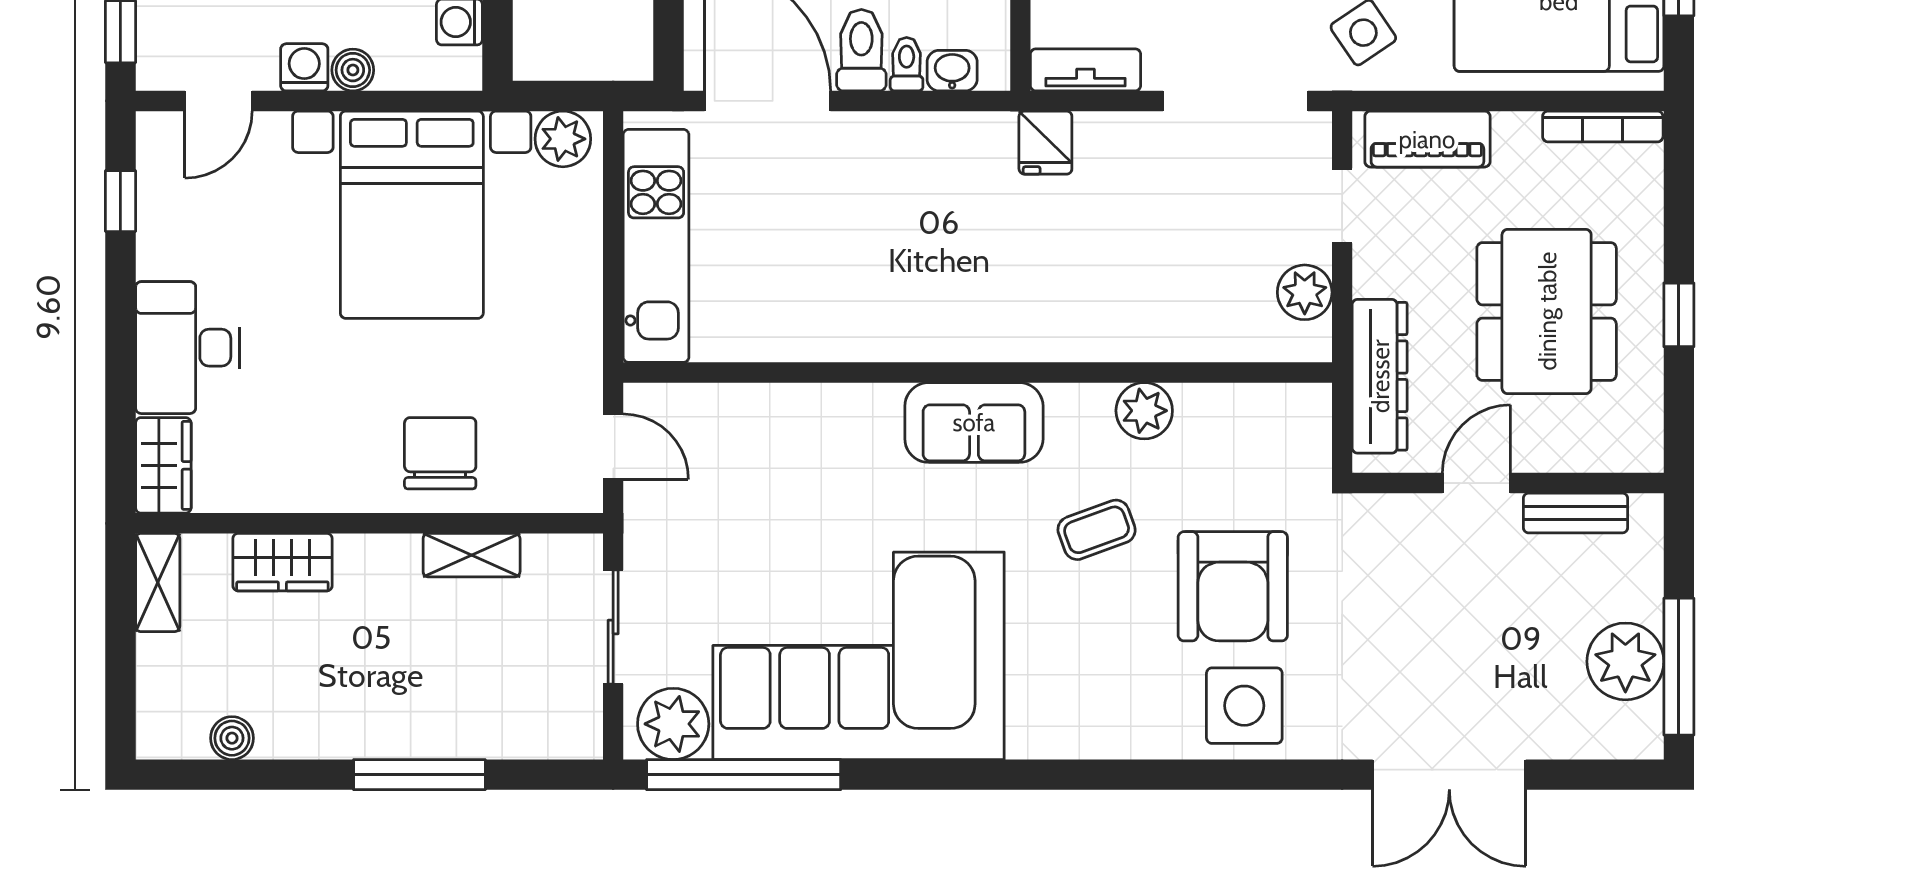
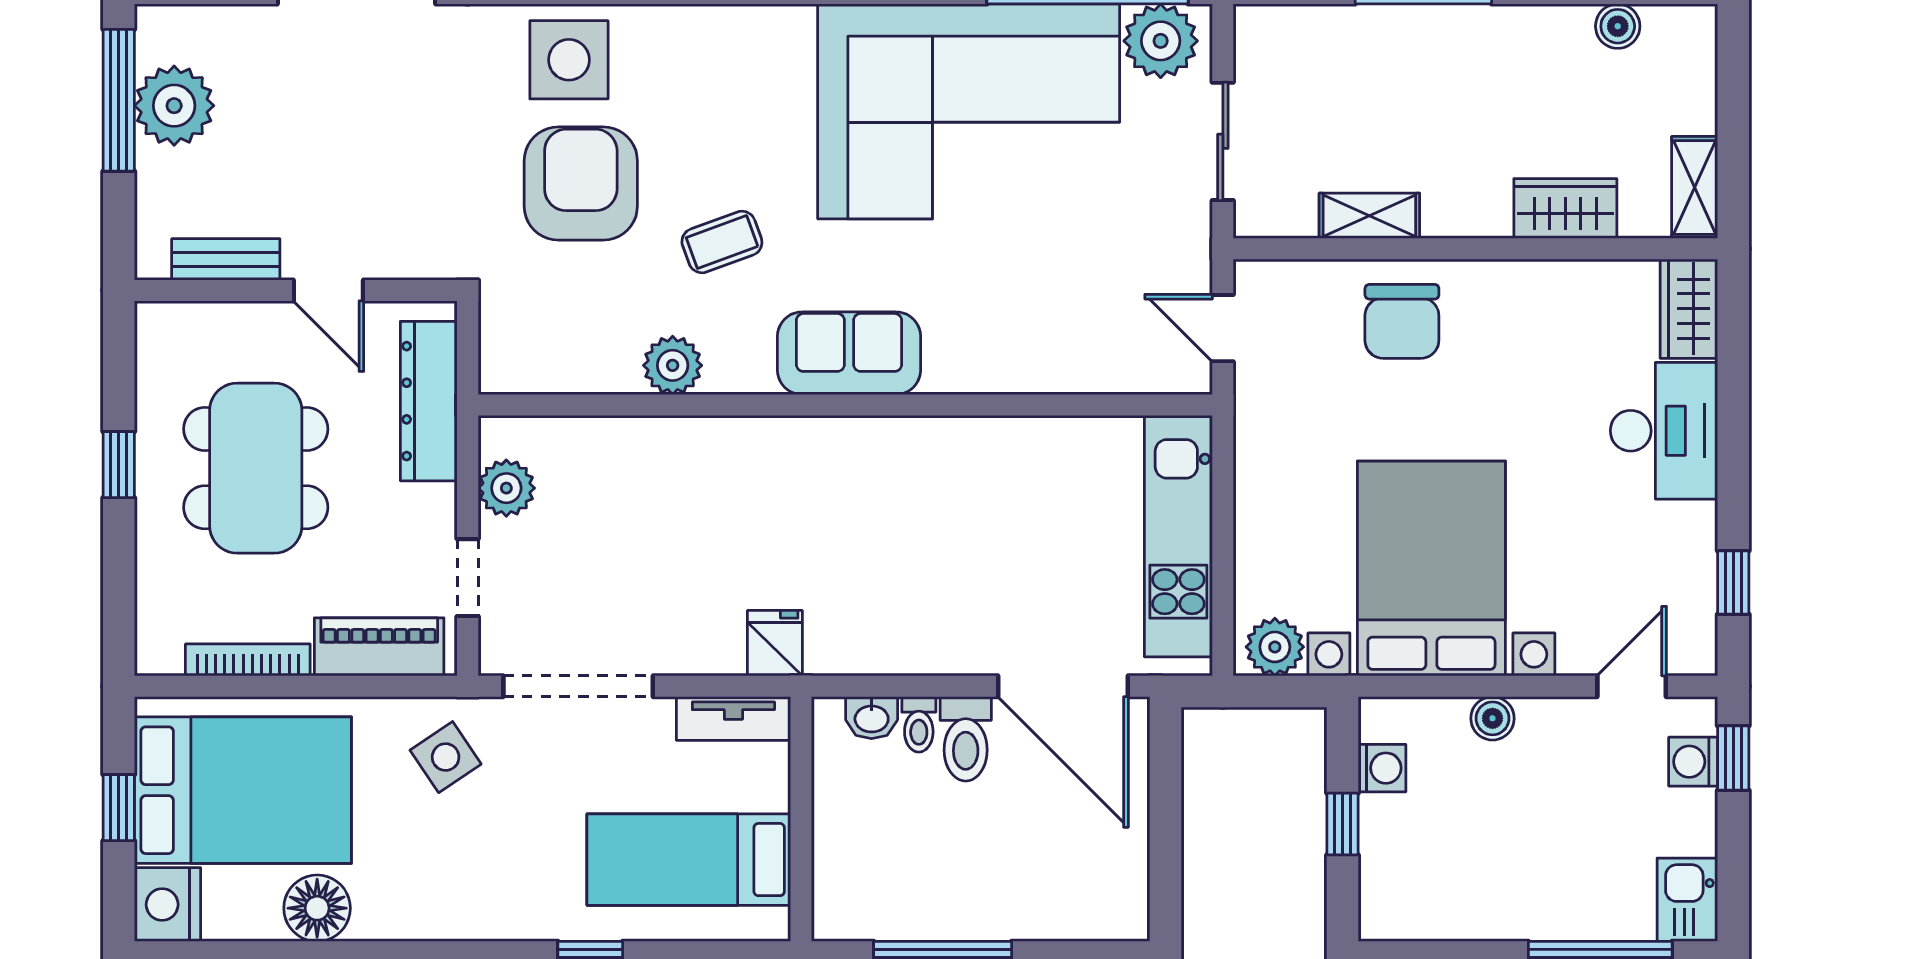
washing machine: (304, 67) -> (1693, 762), moved, turned 90
bookcase: (1603, 126) -> (248, 660), moved
door: (1476, 483) -> (328, 290), hinge flipped

